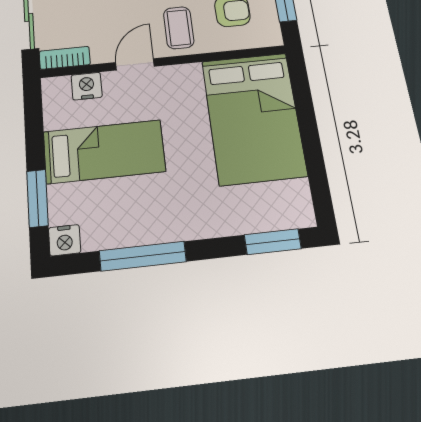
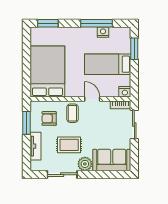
door: (135, 64) -> (92, 99), swing flipped
nightstand: (87, 86) -> (125, 92), moved
nightstand: (65, 240) -> (103, 32), moved

